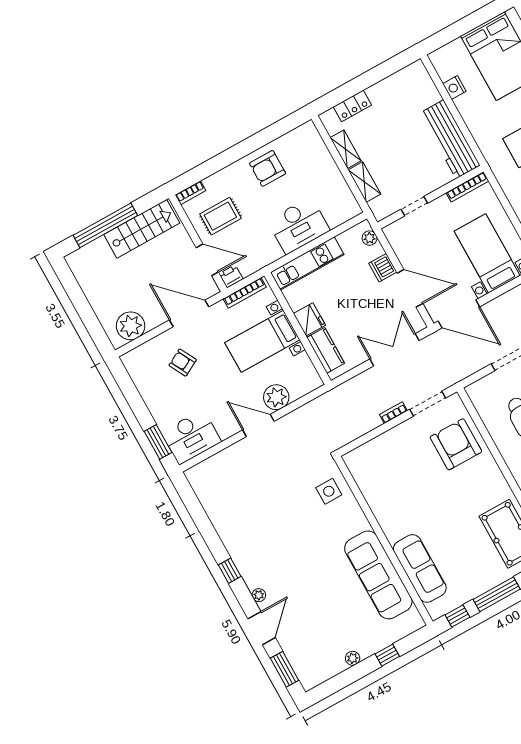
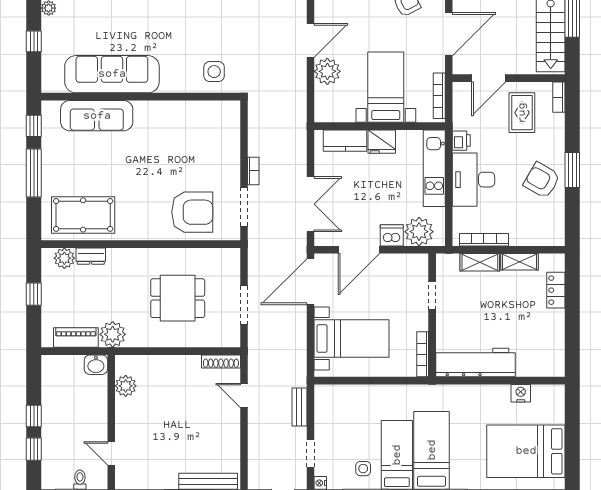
window: (245, 148) -> (572, 170), added
armchair: (268, 168) -> (542, 180), turned -60
bookcase: (344, 189) -> (484, 240), added
plant: (370, 238) -> (419, 232), width x1.87, depth x1.87
printer: (231, 276) -> (461, 141), moved

